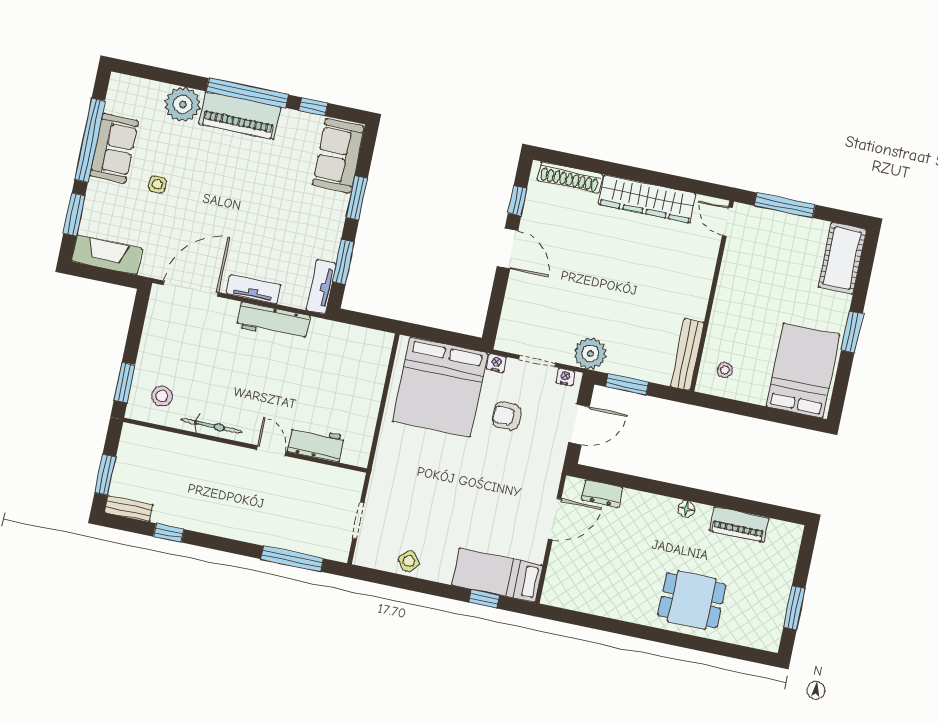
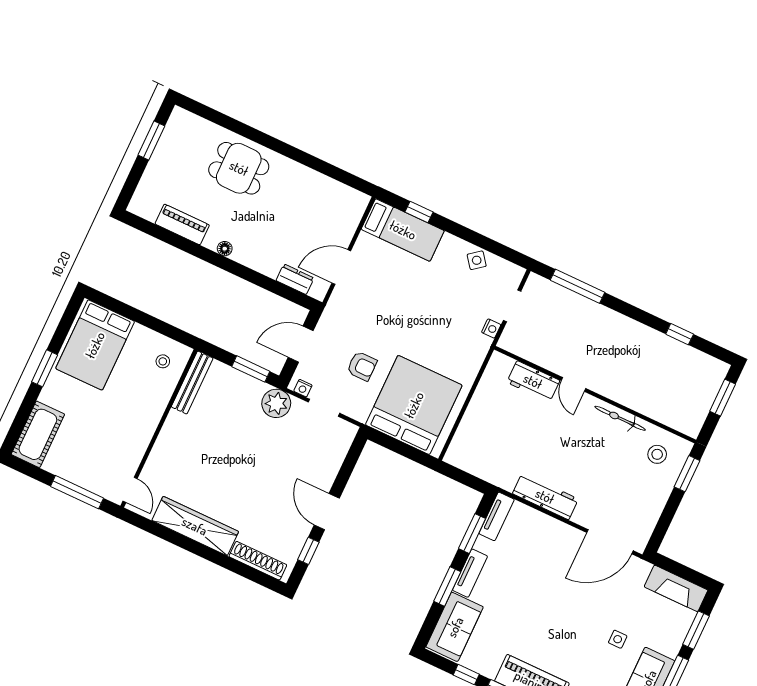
tv unit: (254, 289) -> (470, 573), moved, turned -90
nightstand: (496, 363) -> (491, 328), moved, turned -90
bench: (129, 509) -> (709, 363), removed

